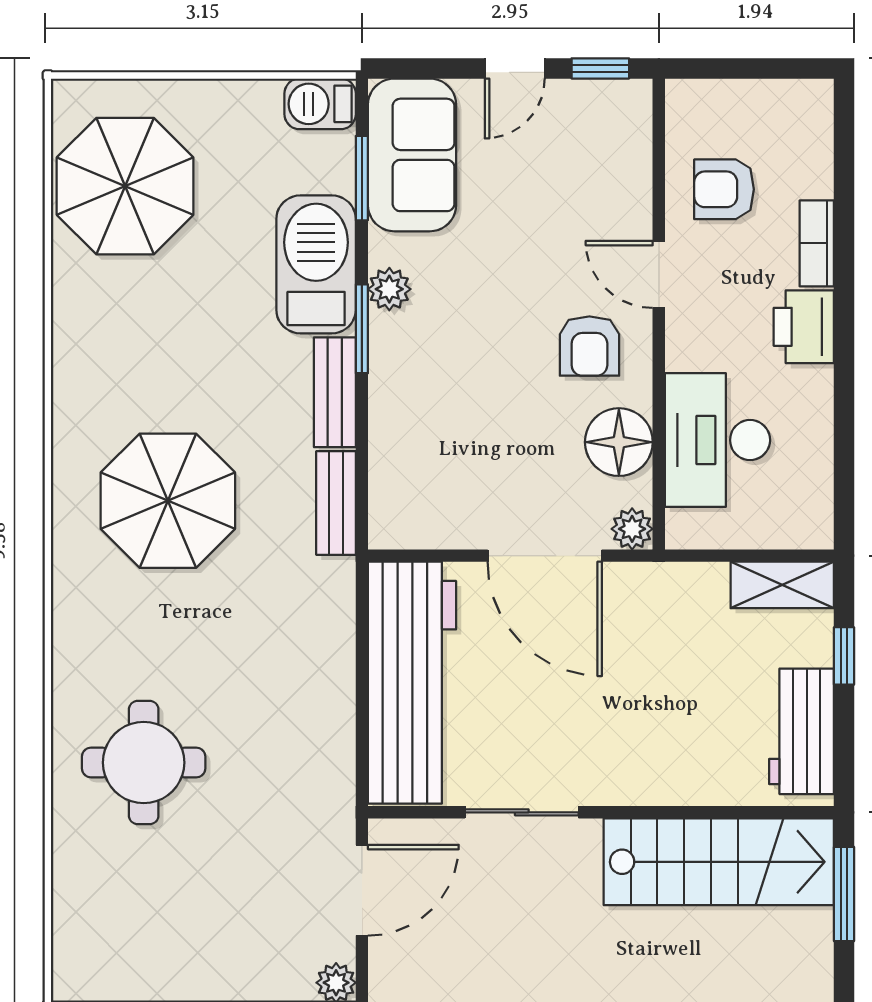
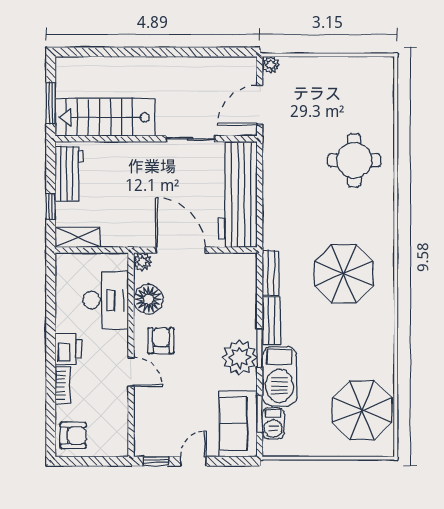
barbecue: (320, 104) -> (273, 423), moved, turned 90
armchair: (724, 189) -> (73, 436), moved
plant: (389, 289) -> (240, 357), width x1.87, depth x1.87

